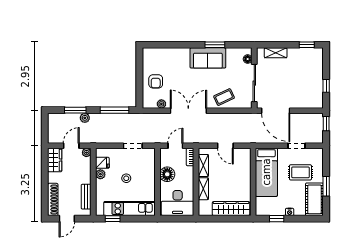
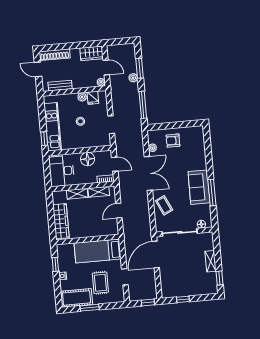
window: (215, 45) -> (212, 193), width x1.44
shelving: (276, 53) -> (211, 261), moved
window: (113, 219) -> (44, 139), moved

